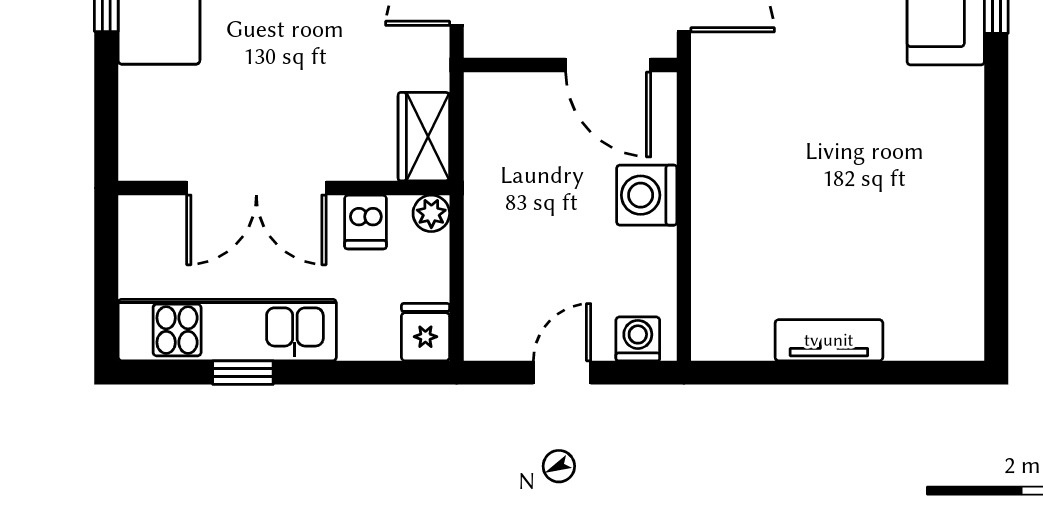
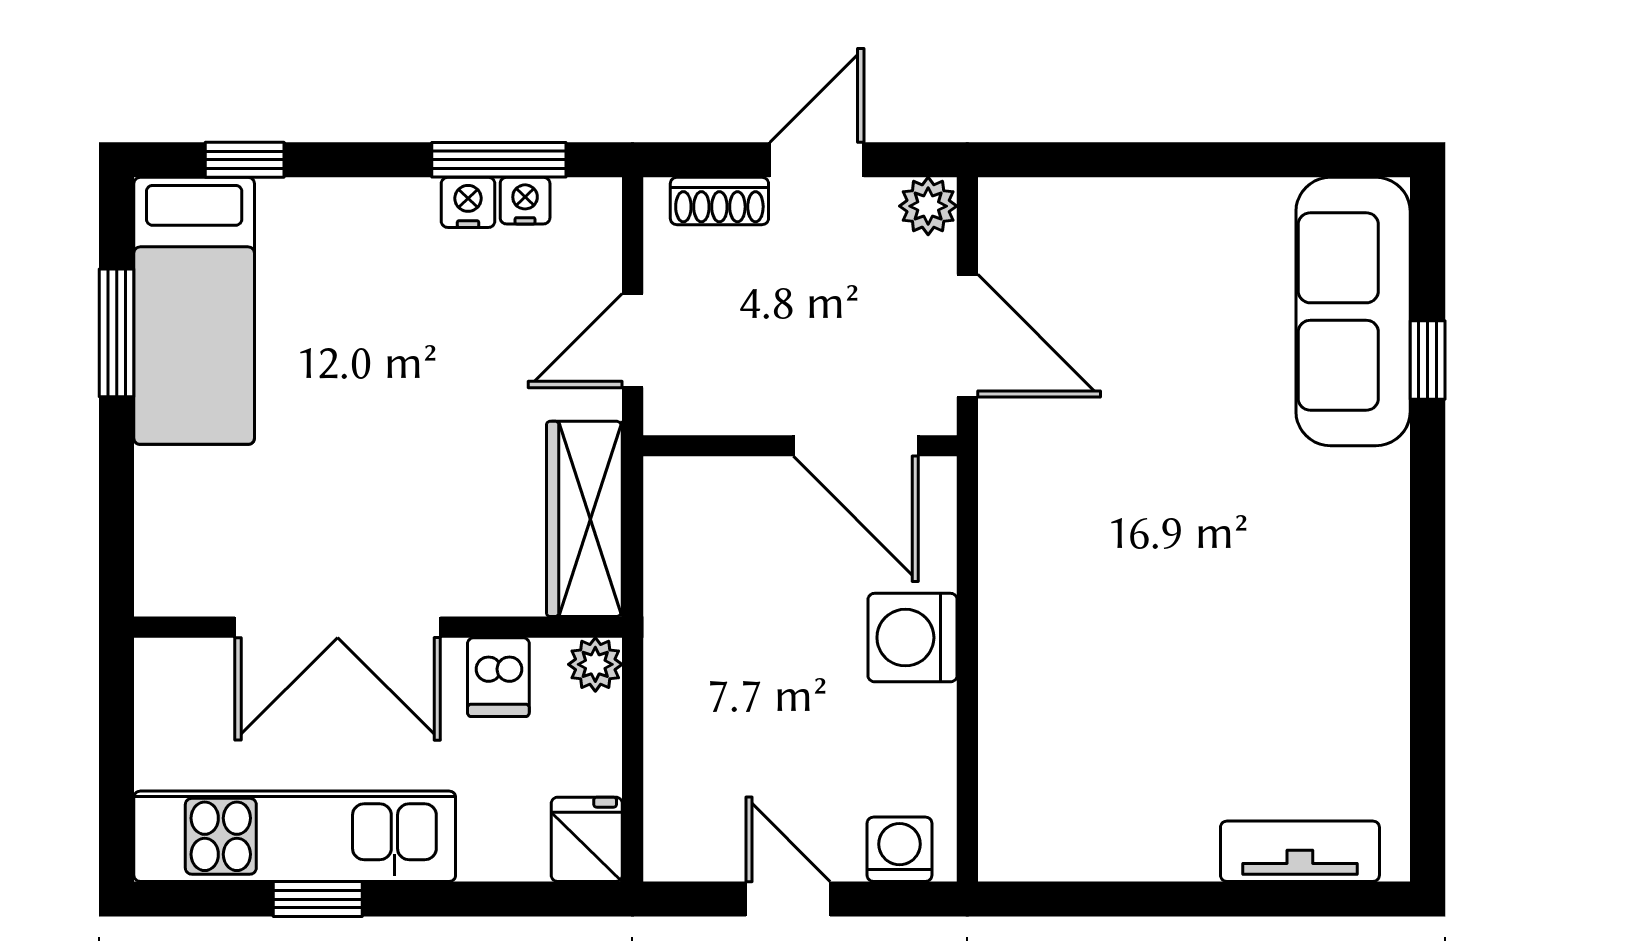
wardrobe: (424, 137) -> (584, 519), width x1.50
tv unit: (829, 340) -> (1300, 851), moved
door: (562, 373) -> (788, 899), hinge flipped

